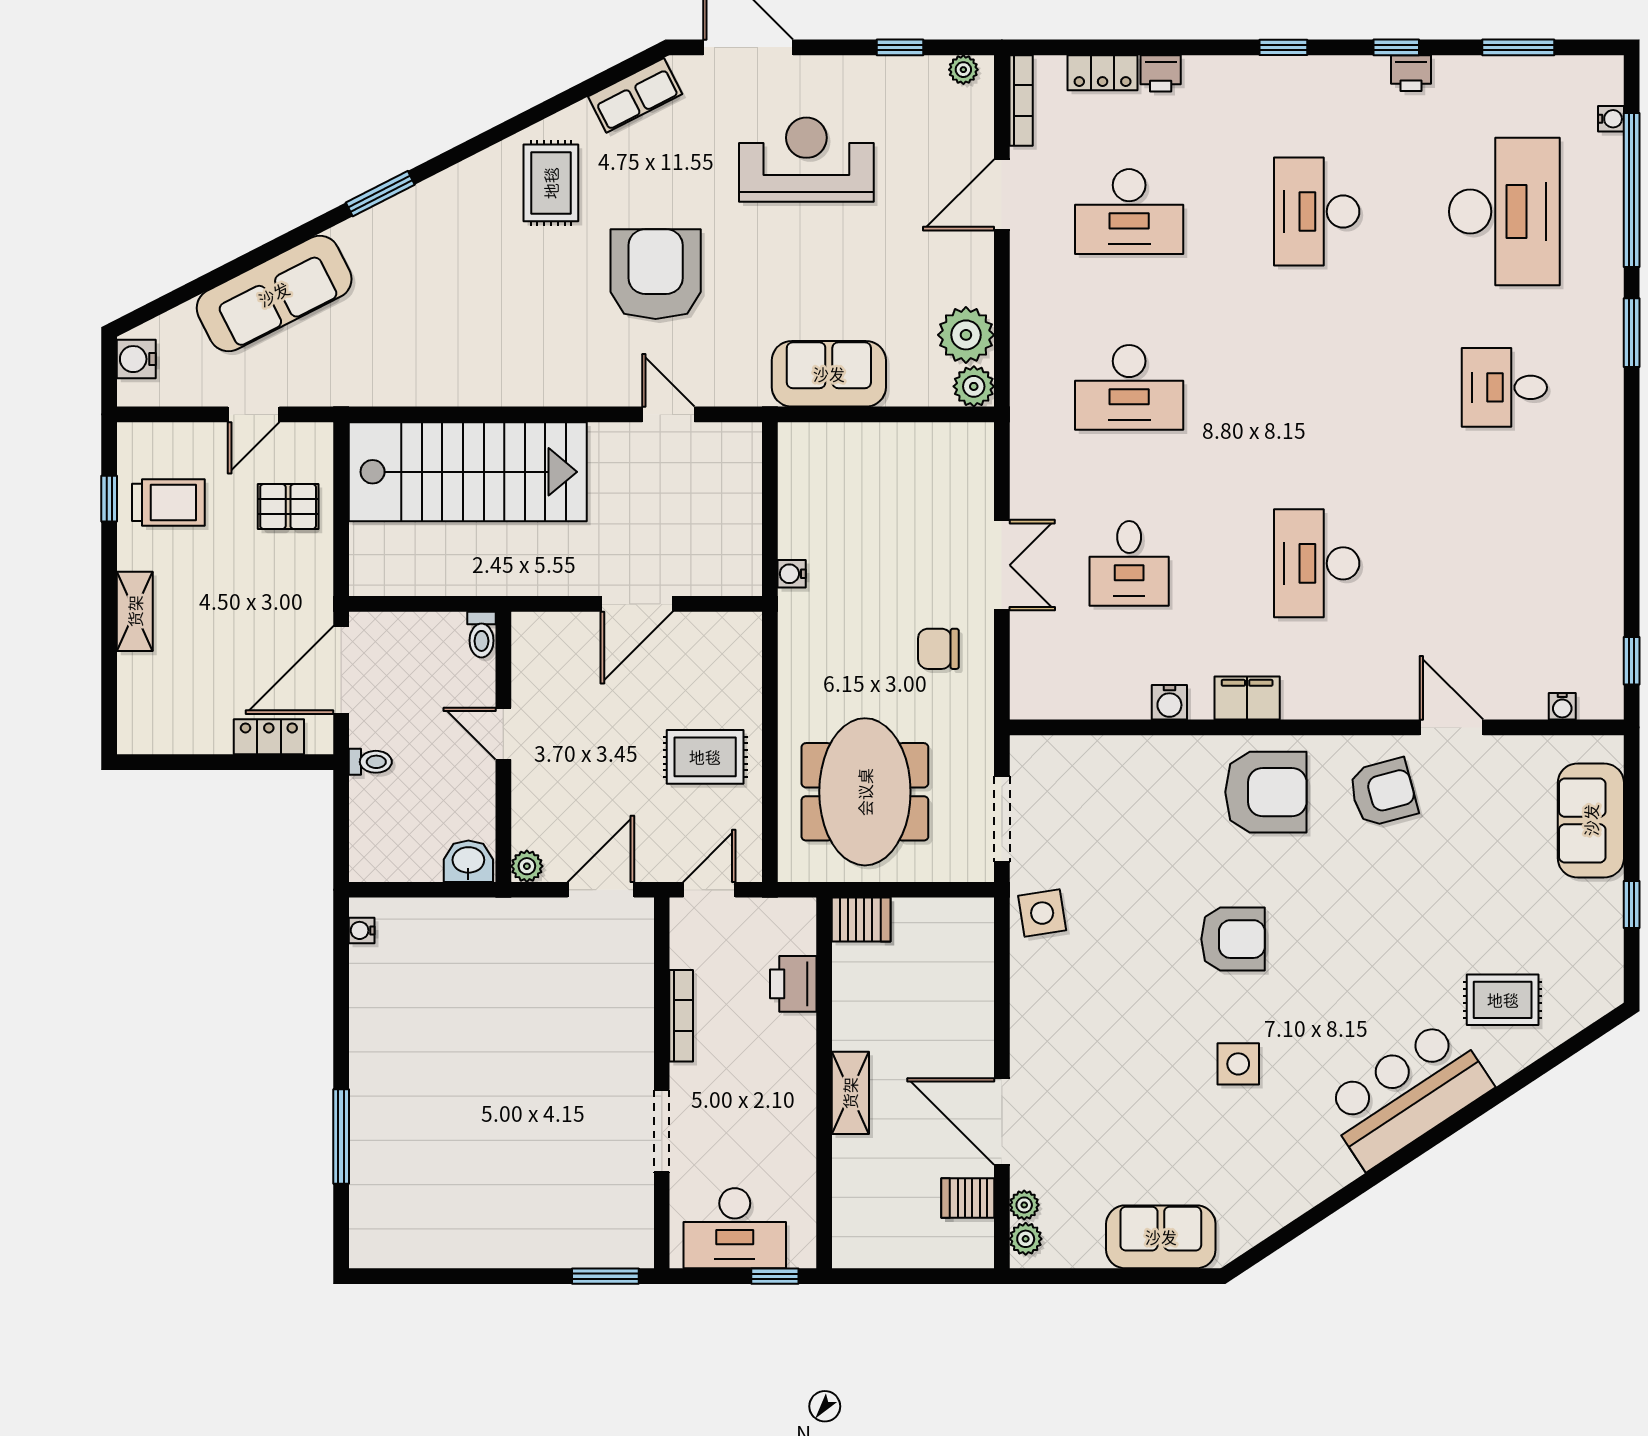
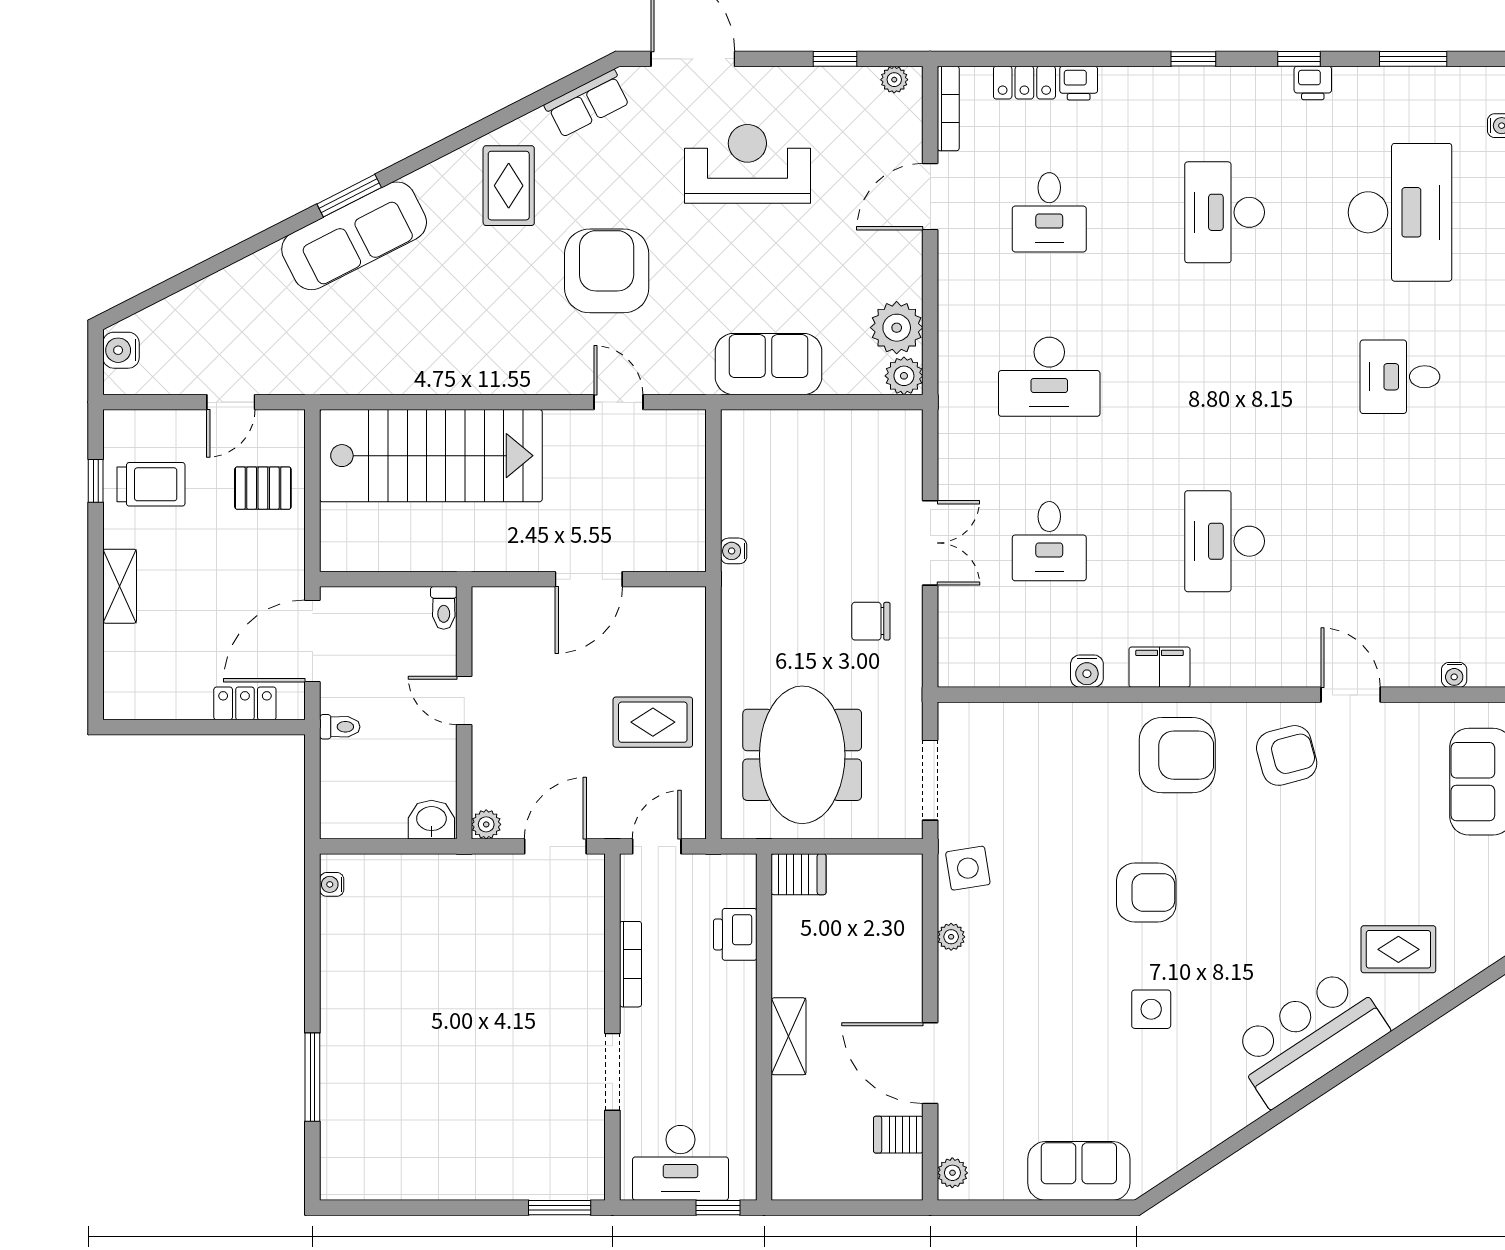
desk: (1129, 212) -> (1049, 212), width x0.73
sofa: (274, 294) -> (354, 236), moved
plant: (1024, 1205) -> (951, 937), moved

